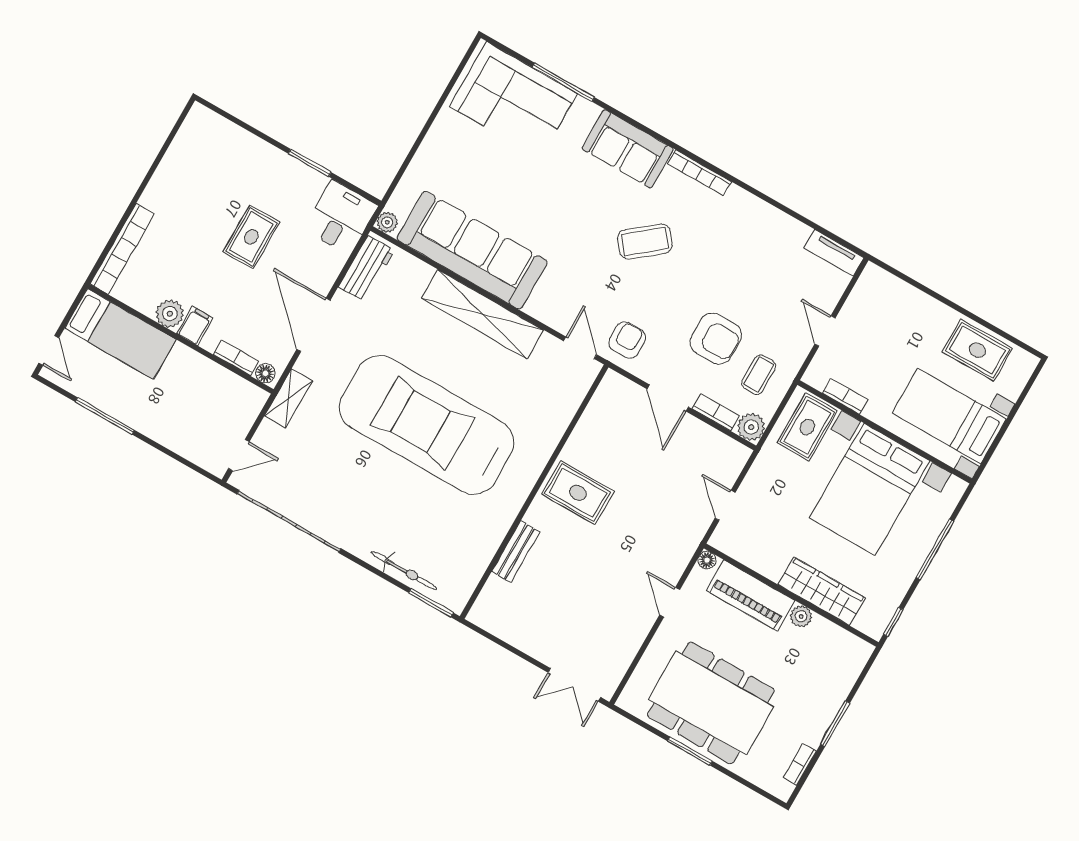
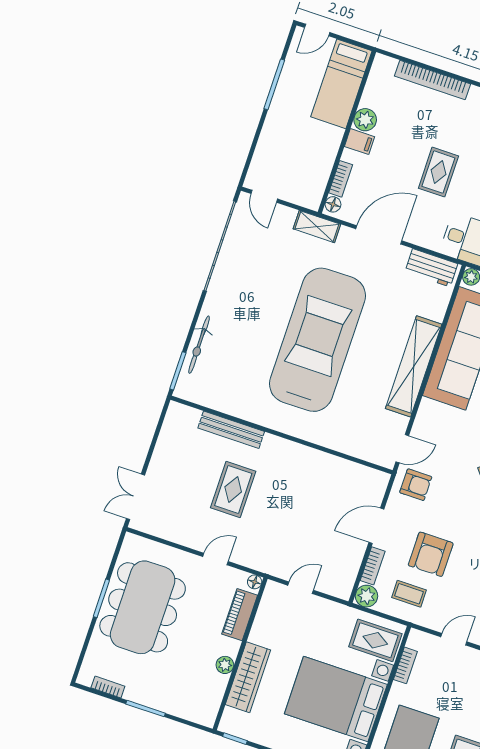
rug: (251, 237) -> (438, 172), turned 90
bookcase: (122, 249) -> (432, 80), moved
rug: (578, 493) -> (233, 489), moved
bench: (516, 552) -> (231, 430), width x1.36
piano: (751, 595) -> (240, 615), width x0.73, depth x0.75

